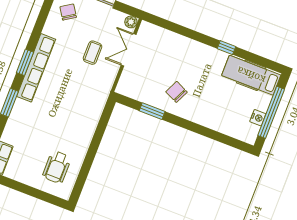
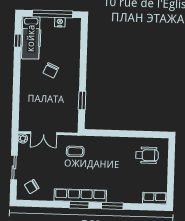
window: (226, 48) -> (18, 41), moved
coffee table: (93, 53) -> (75, 151), moved
chair: (176, 92) -> (51, 70), moved

